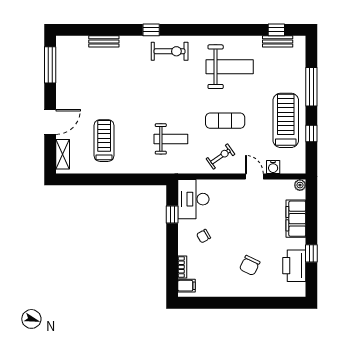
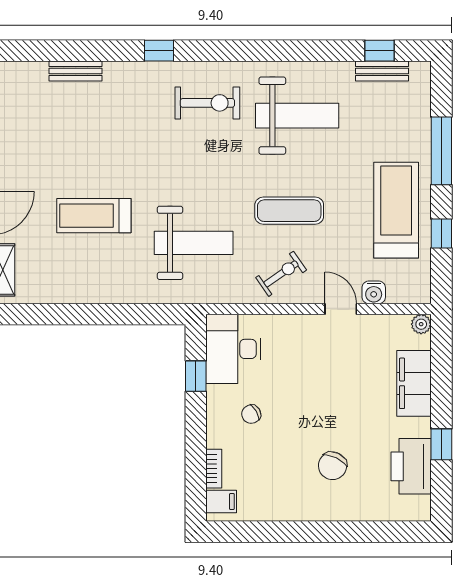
exercise bike: (170, 51) -> (207, 103), moved
weight bench: (171, 139) -> (194, 243), width x1.36, depth x1.33
treadmill: (104, 141) -> (94, 216), moved, turned -90

